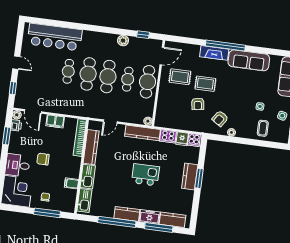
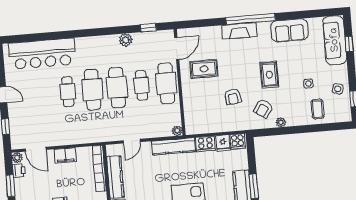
sofa: (249, 60) -> (289, 30), width x0.73
rug: (205, 84) -> (269, 75), moved, turned 90

